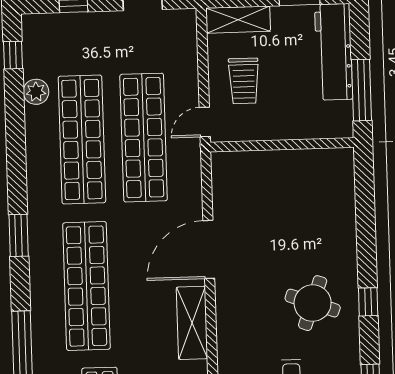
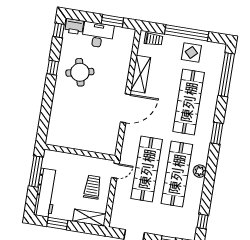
plant: (36, 92) -> (200, 171), moved
round table: (313, 303) -> (80, 72), turned -33

